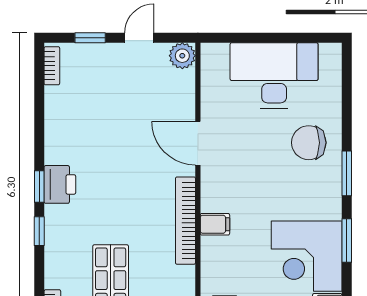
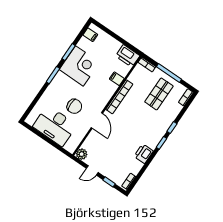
chair: (309, 143) -> (74, 106), moved
printer: (60, 184) -> (144, 154), moved
filing cabinet: (215, 224) -> (117, 79), moved
corner desk: (307, 256) -> (79, 66), moved

